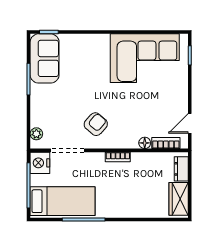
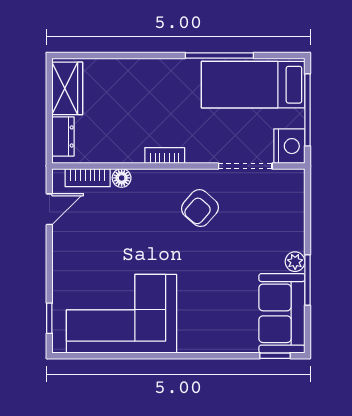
plant: (36, 134) -> (295, 262), moved

